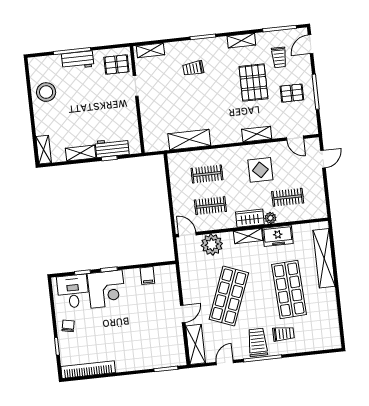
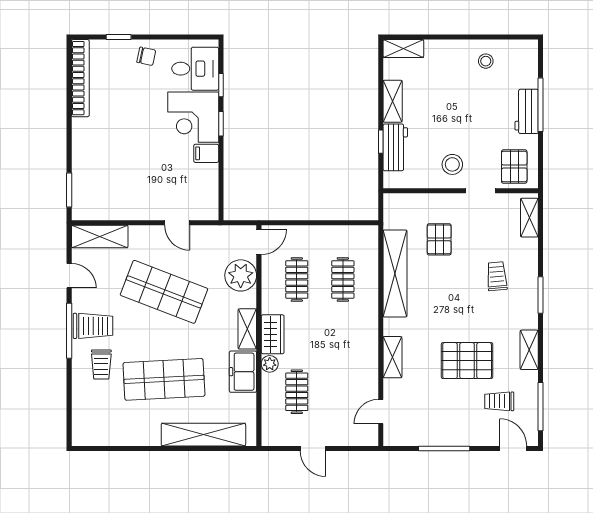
stool: (46, 92) -> (486, 61), width x0.53, depth x0.53
pallet: (292, 93) -> (439, 239), moved
stool: (120, 107) -> (452, 164), added
shelving: (189, 140) -> (395, 273), width x1.47
door: (323, 159) -> (313, 448), moved
display table: (260, 170) -> (340, 357), removed
filing cabinet: (147, 276) -> (206, 153), moved
door: (183, 314) -> (177, 223), moved

